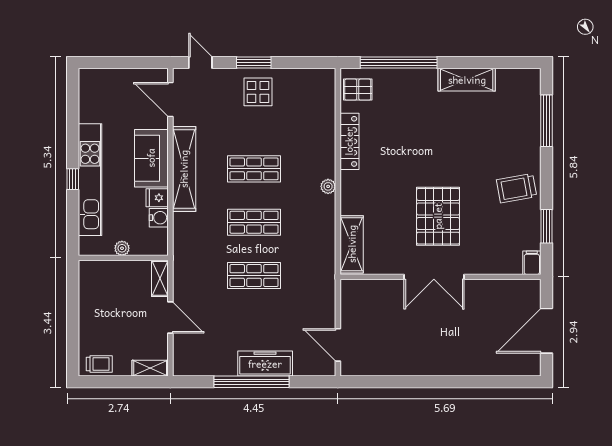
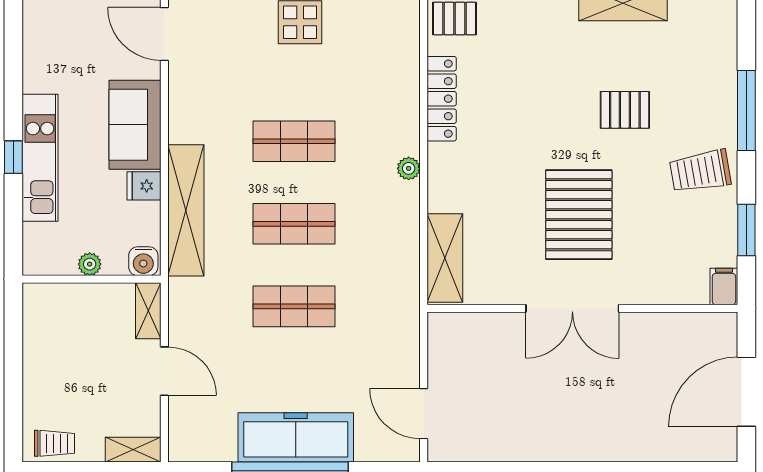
window: (546, 121) -> (746, 111), moved
pallet: (468, 149) -> (625, 110), added
shelving: (184, 169) -> (186, 210), moved
kitchen unit: (90, 180) -> (40, 158), width x0.73
water cooler: (159, 218) -> (143, 261), moved, turned 90
freezer: (265, 364) -> (296, 437), width x1.36, depth x1.26

